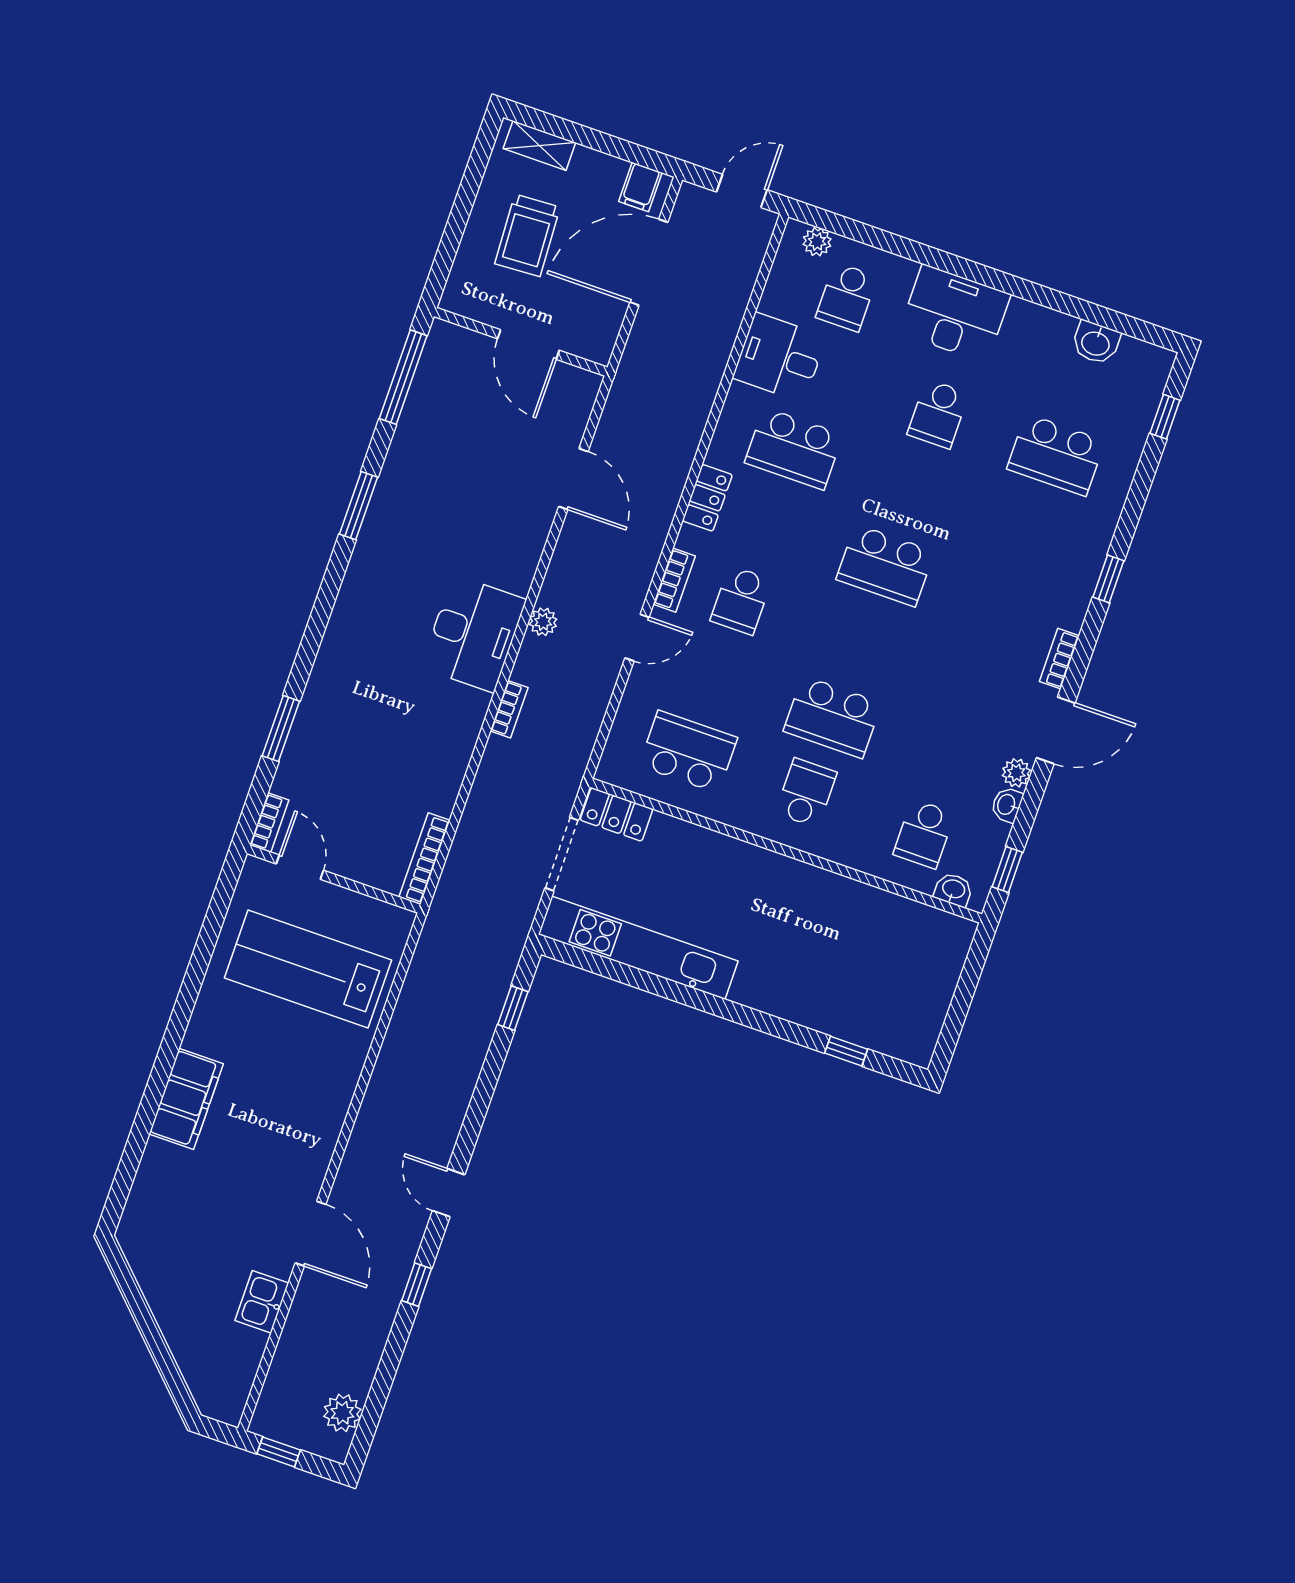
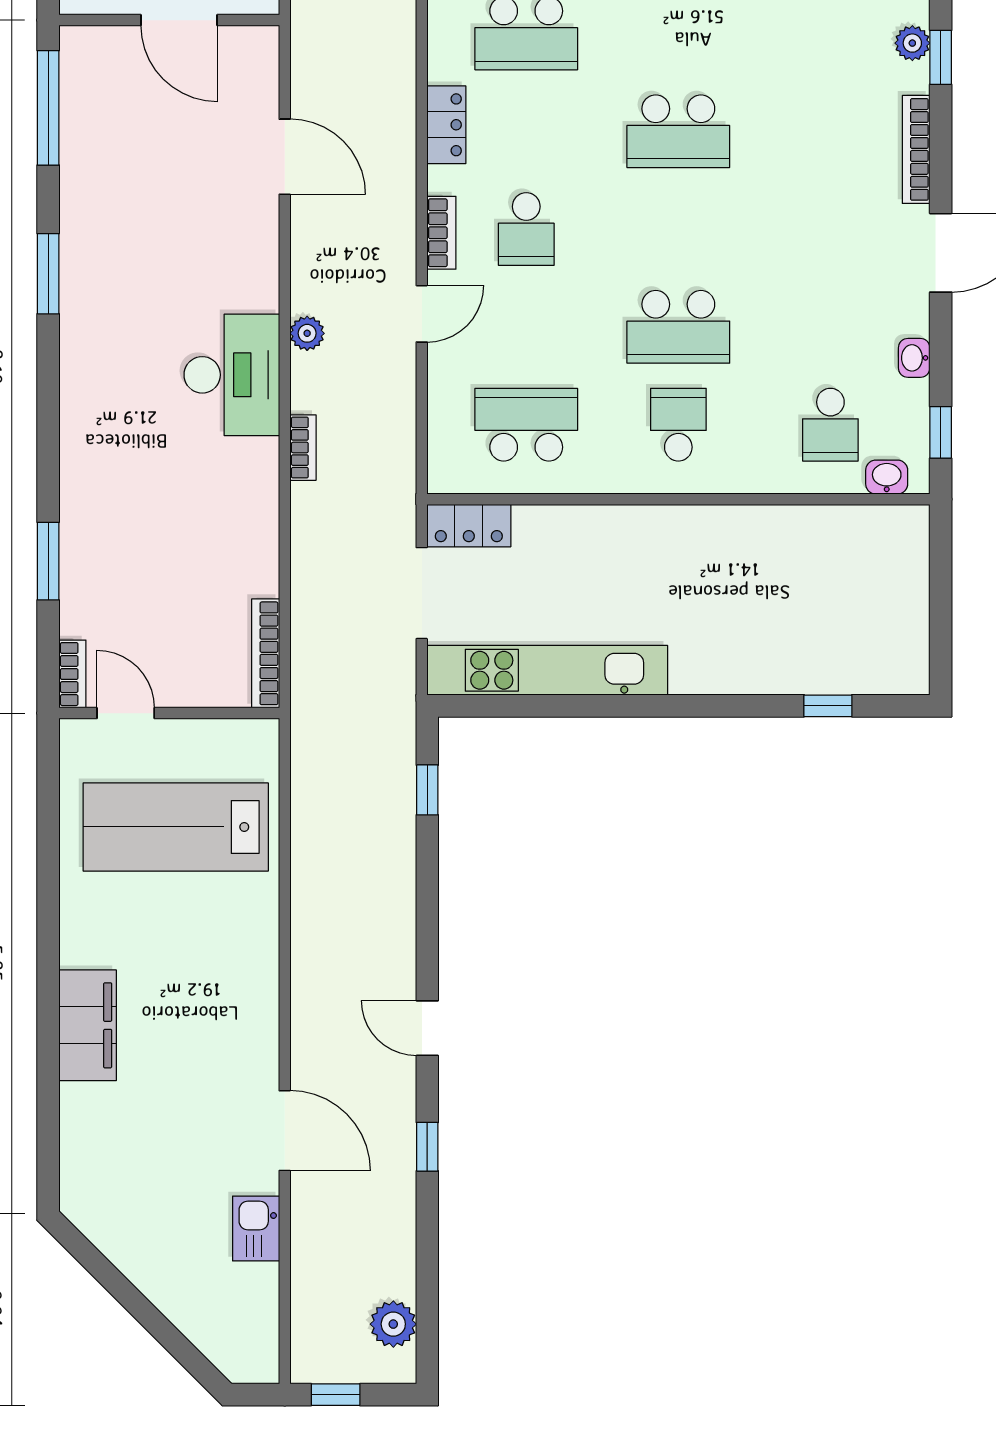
bookcase: (1059, 659) -> (916, 149), width x1.56
plant: (1016, 773) -> (912, 43), moved

